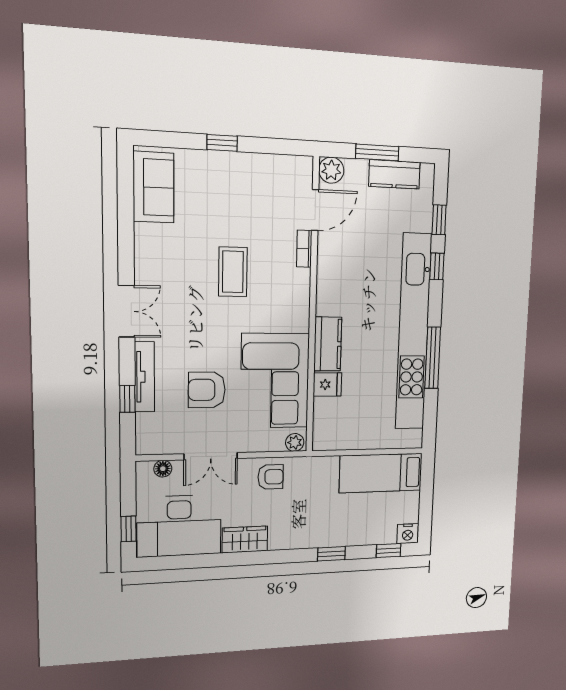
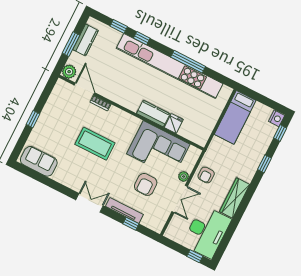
coffee table: (233, 272) -> (95, 144), width x1.36, depth x1.32
plant: (295, 442) -> (184, 176), moved
floor lamp: (163, 469) -> (174, 225), removed
armchair: (271, 477) -> (206, 175), turned 180
wardrobe: (245, 539) -> (235, 198), width x1.50

